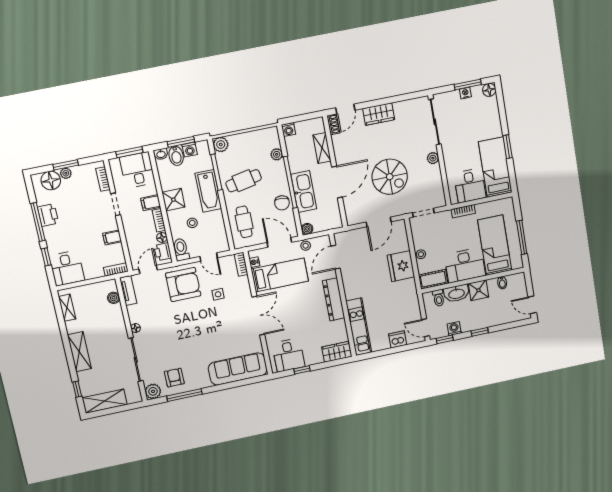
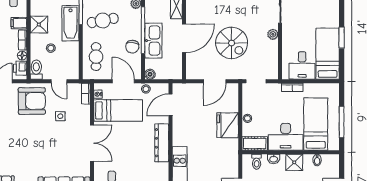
washbasin: (456, 293) -> (274, 159), width x0.52, depth x0.69

